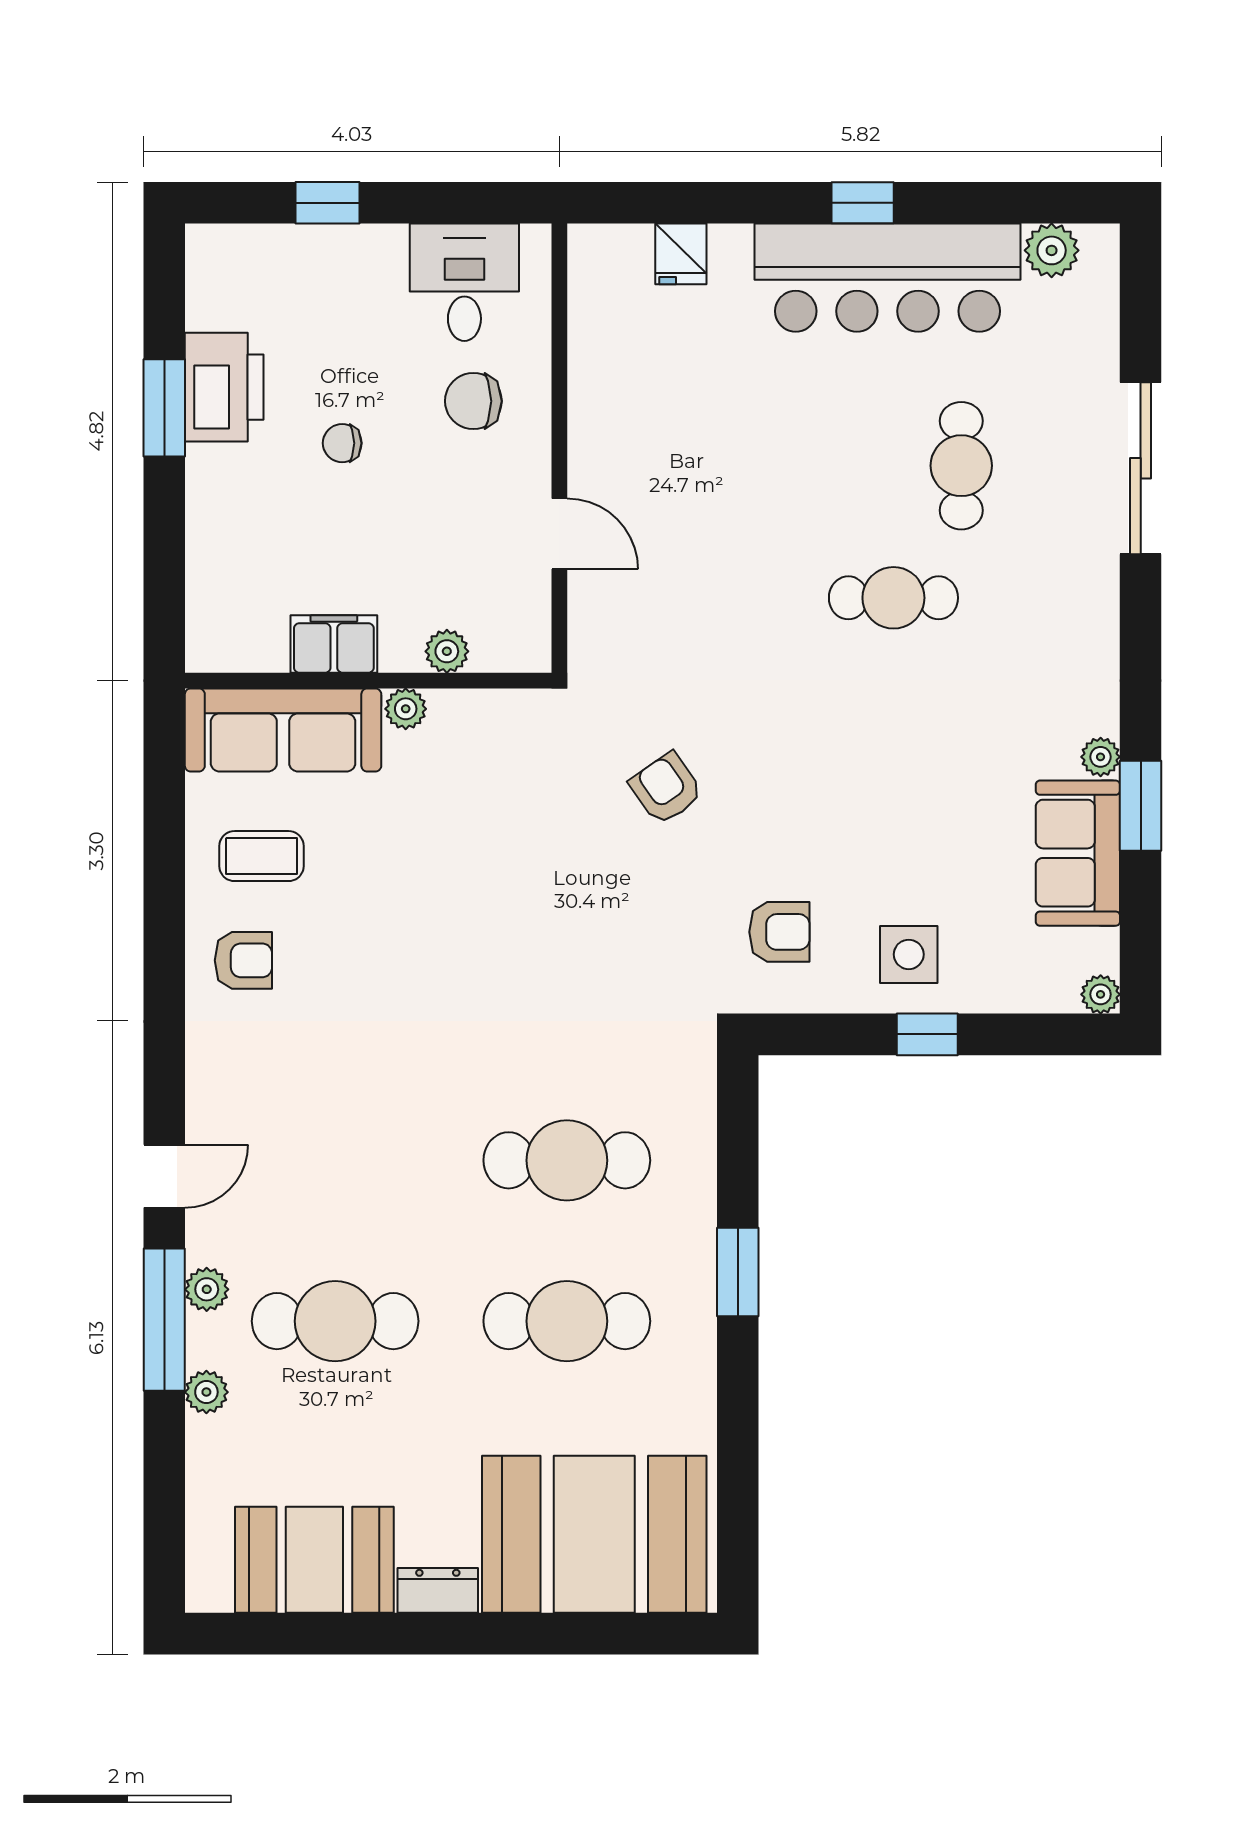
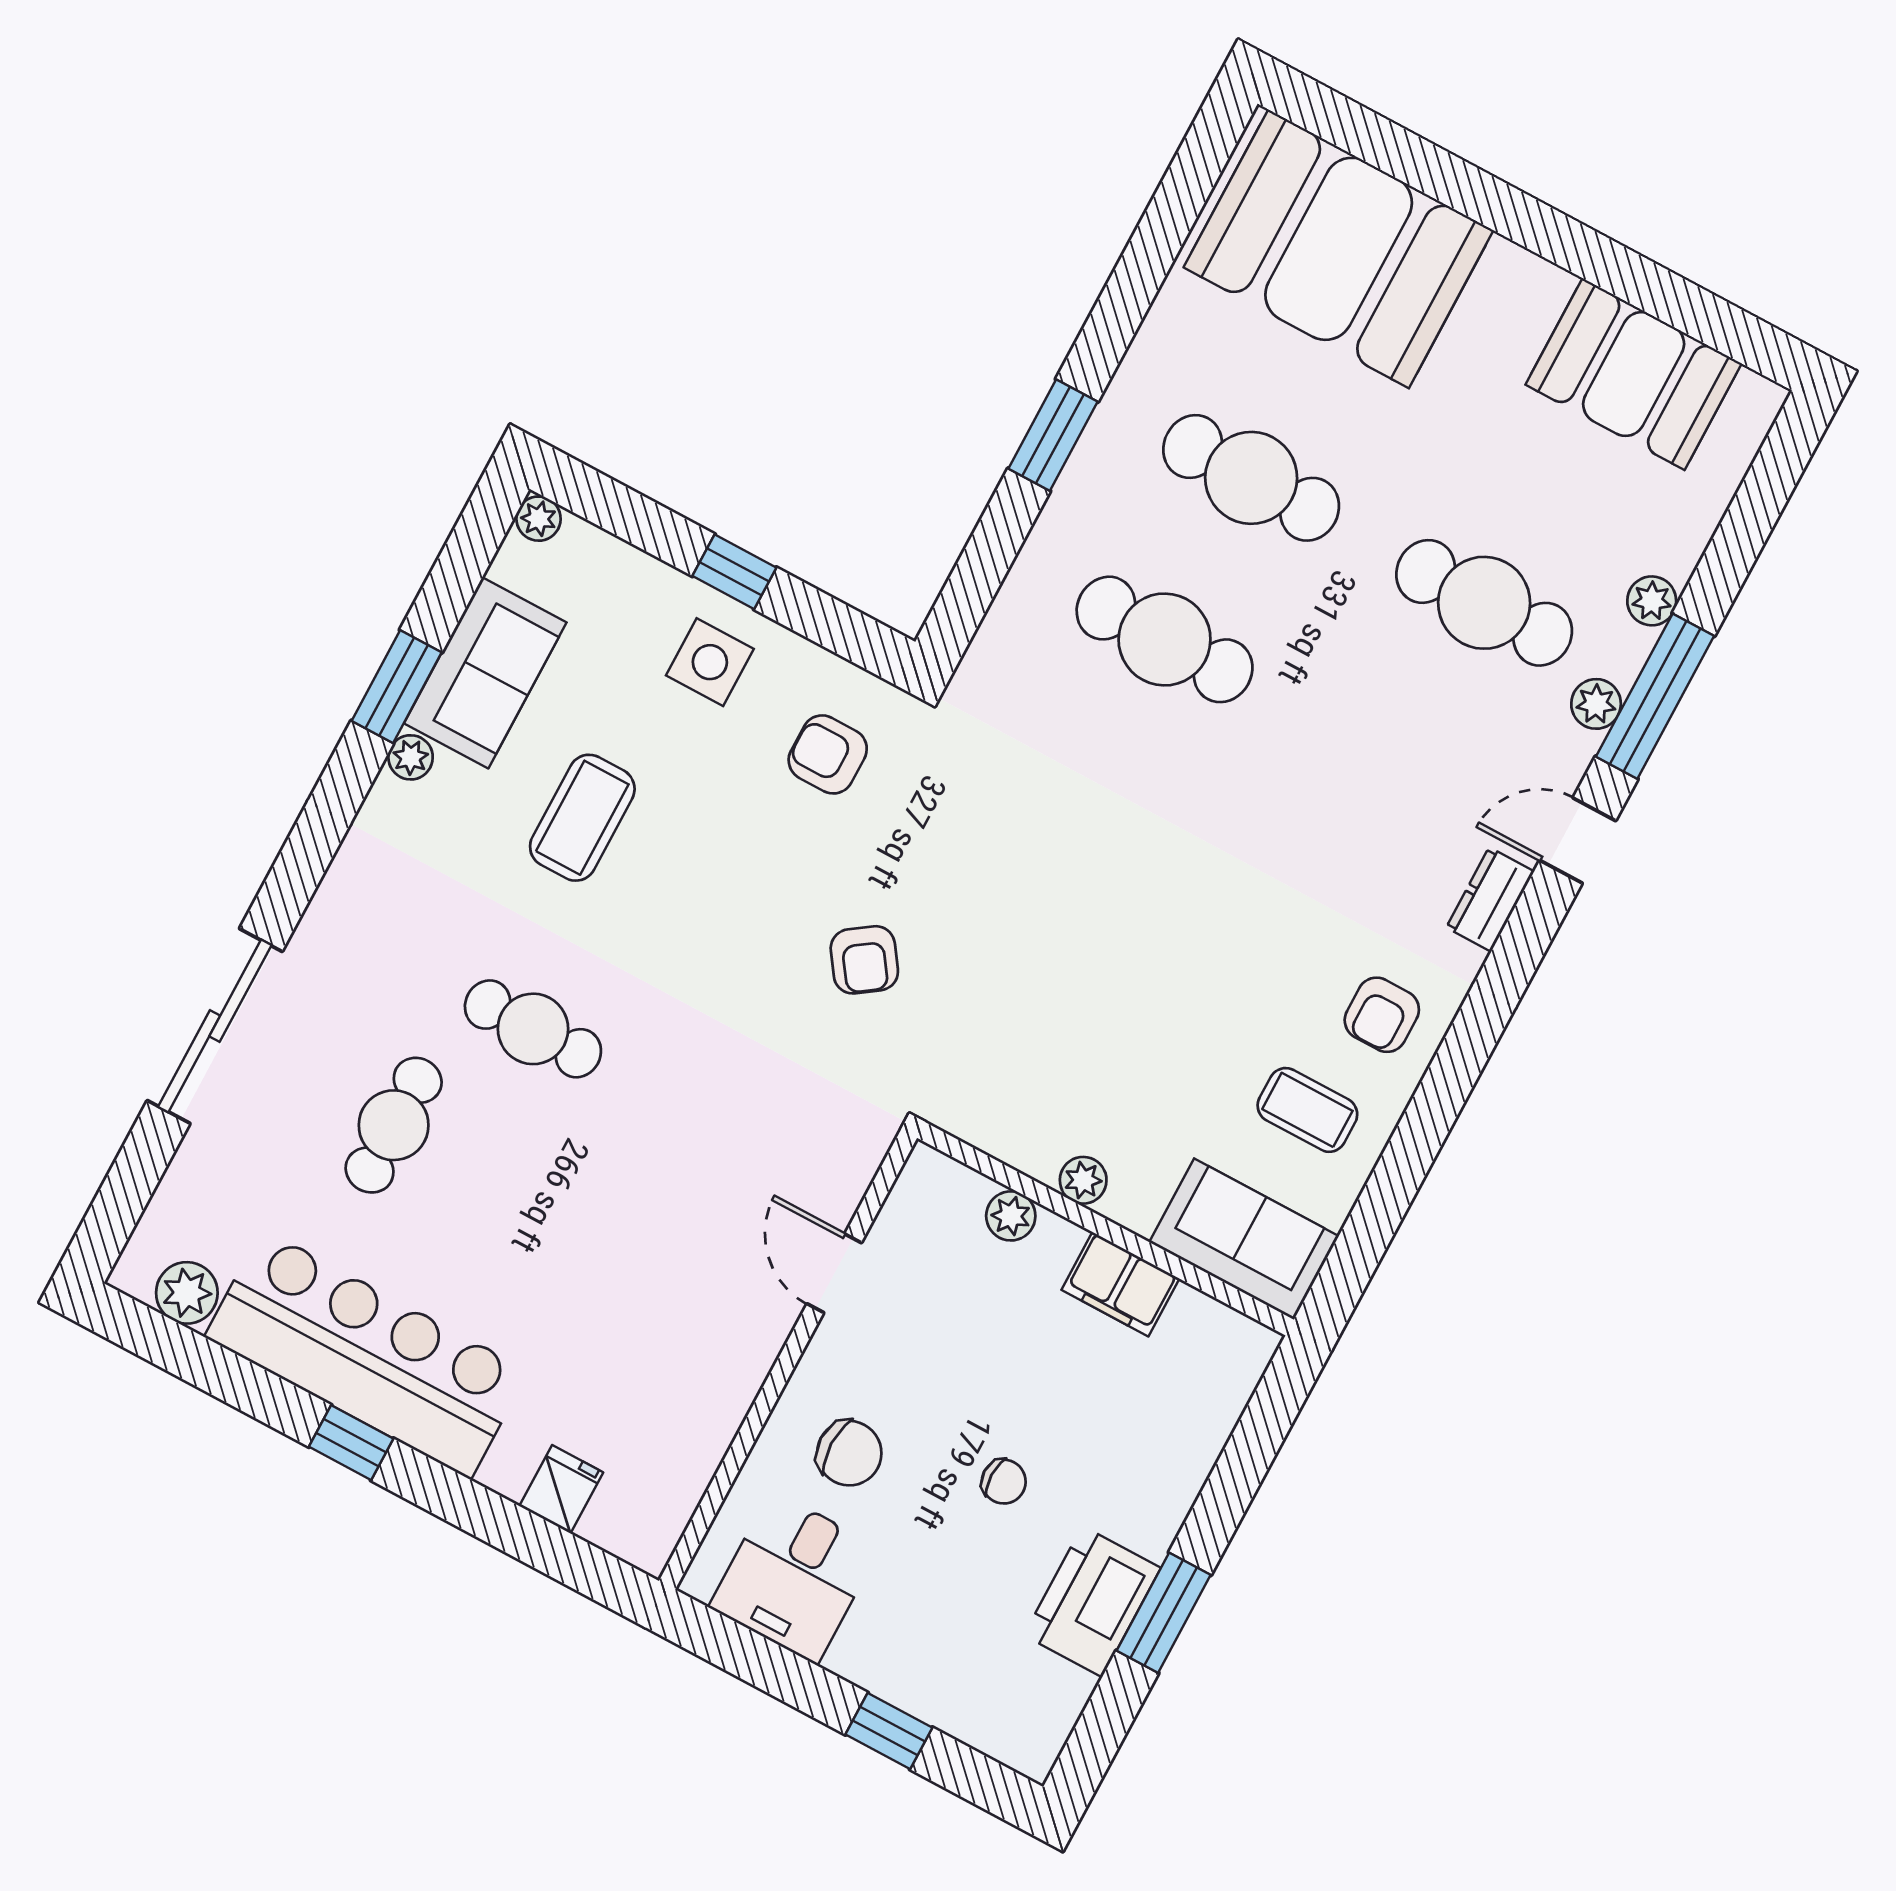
sofa: (283, 730) -> (1244, 1239), width x0.73
coffee table: (943, 781) -> (582, 818), added
armchair: (243, 960) -> (1382, 1015), turned -90
dresser: (438, 1590) -> (1490, 899), moved, turned 90

